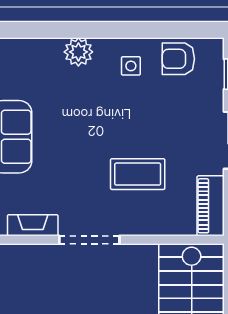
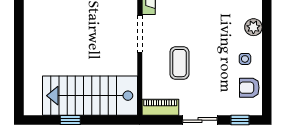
armchair: (178, 59) -> (249, 88), turned -90

